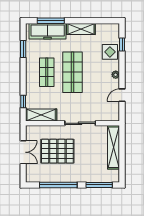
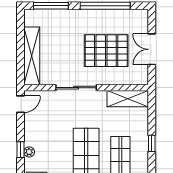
window: (122, 76) -> (21, 150), added
door: (122, 95) -> (21, 104), moved
window: (23, 101) -> (152, 143), moved

